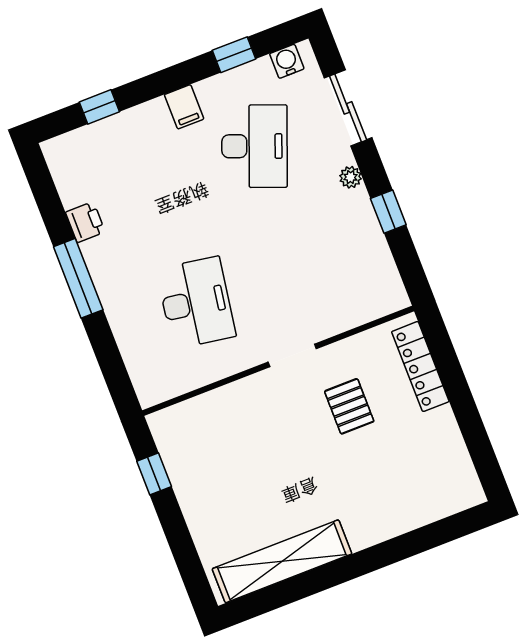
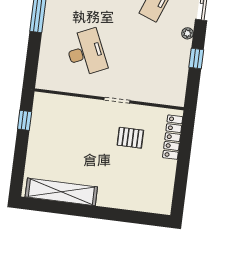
desk: (196, 303) -> (86, 53), turned -33
pallet: (349, 406) -> (130, 138), turned 90

